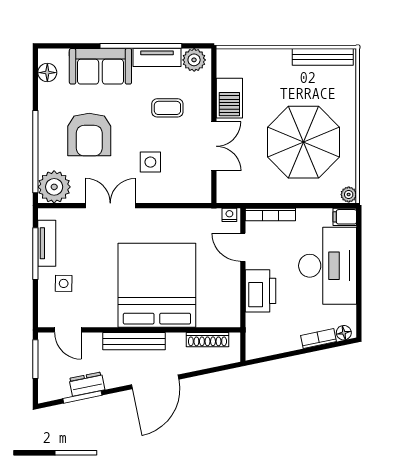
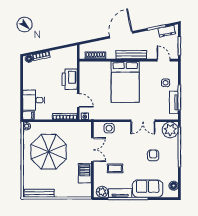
armchair: (89, 135) -> (153, 155), width x0.53, depth x0.53
double door: (214, 146) -> (92, 150), swing flipped
side table: (150, 162) -> (109, 128), moved
desk: (328, 266) -> (34, 100), width x0.53, depth x0.77
bed: (157, 285) -> (125, 82), width x0.73
dresser: (87, 384) -> (167, 31), moved

